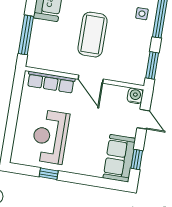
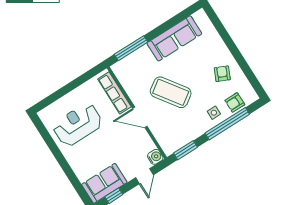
coffee table: (93, 35) -> (171, 92), turned 55
door: (91, 79) -> (140, 117), hinge flipped
window: (49, 174) -> (52, 146), removed

